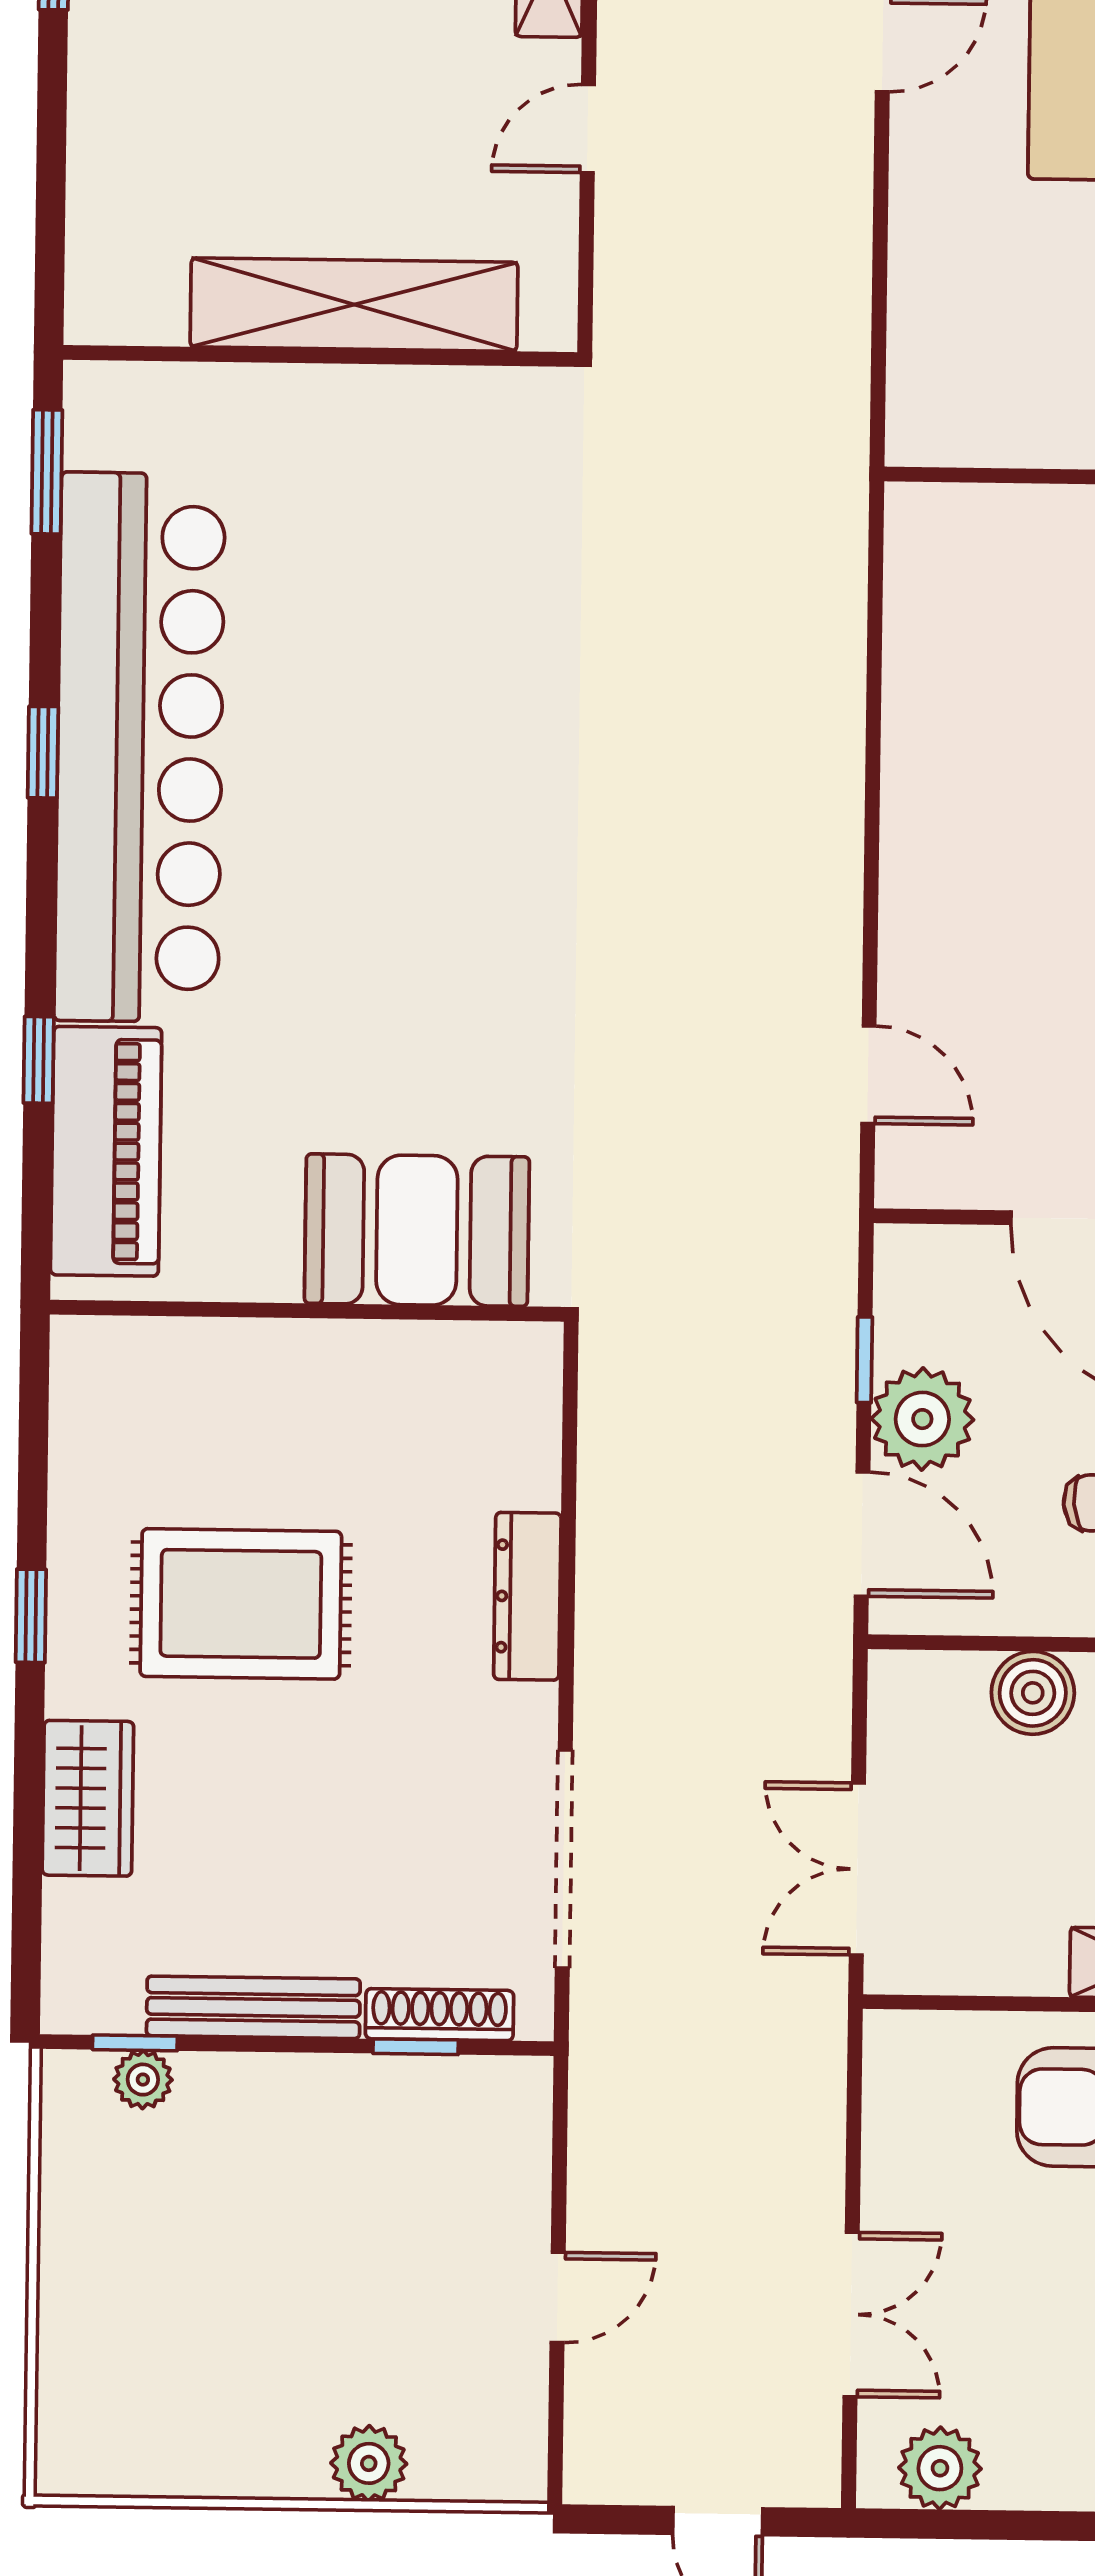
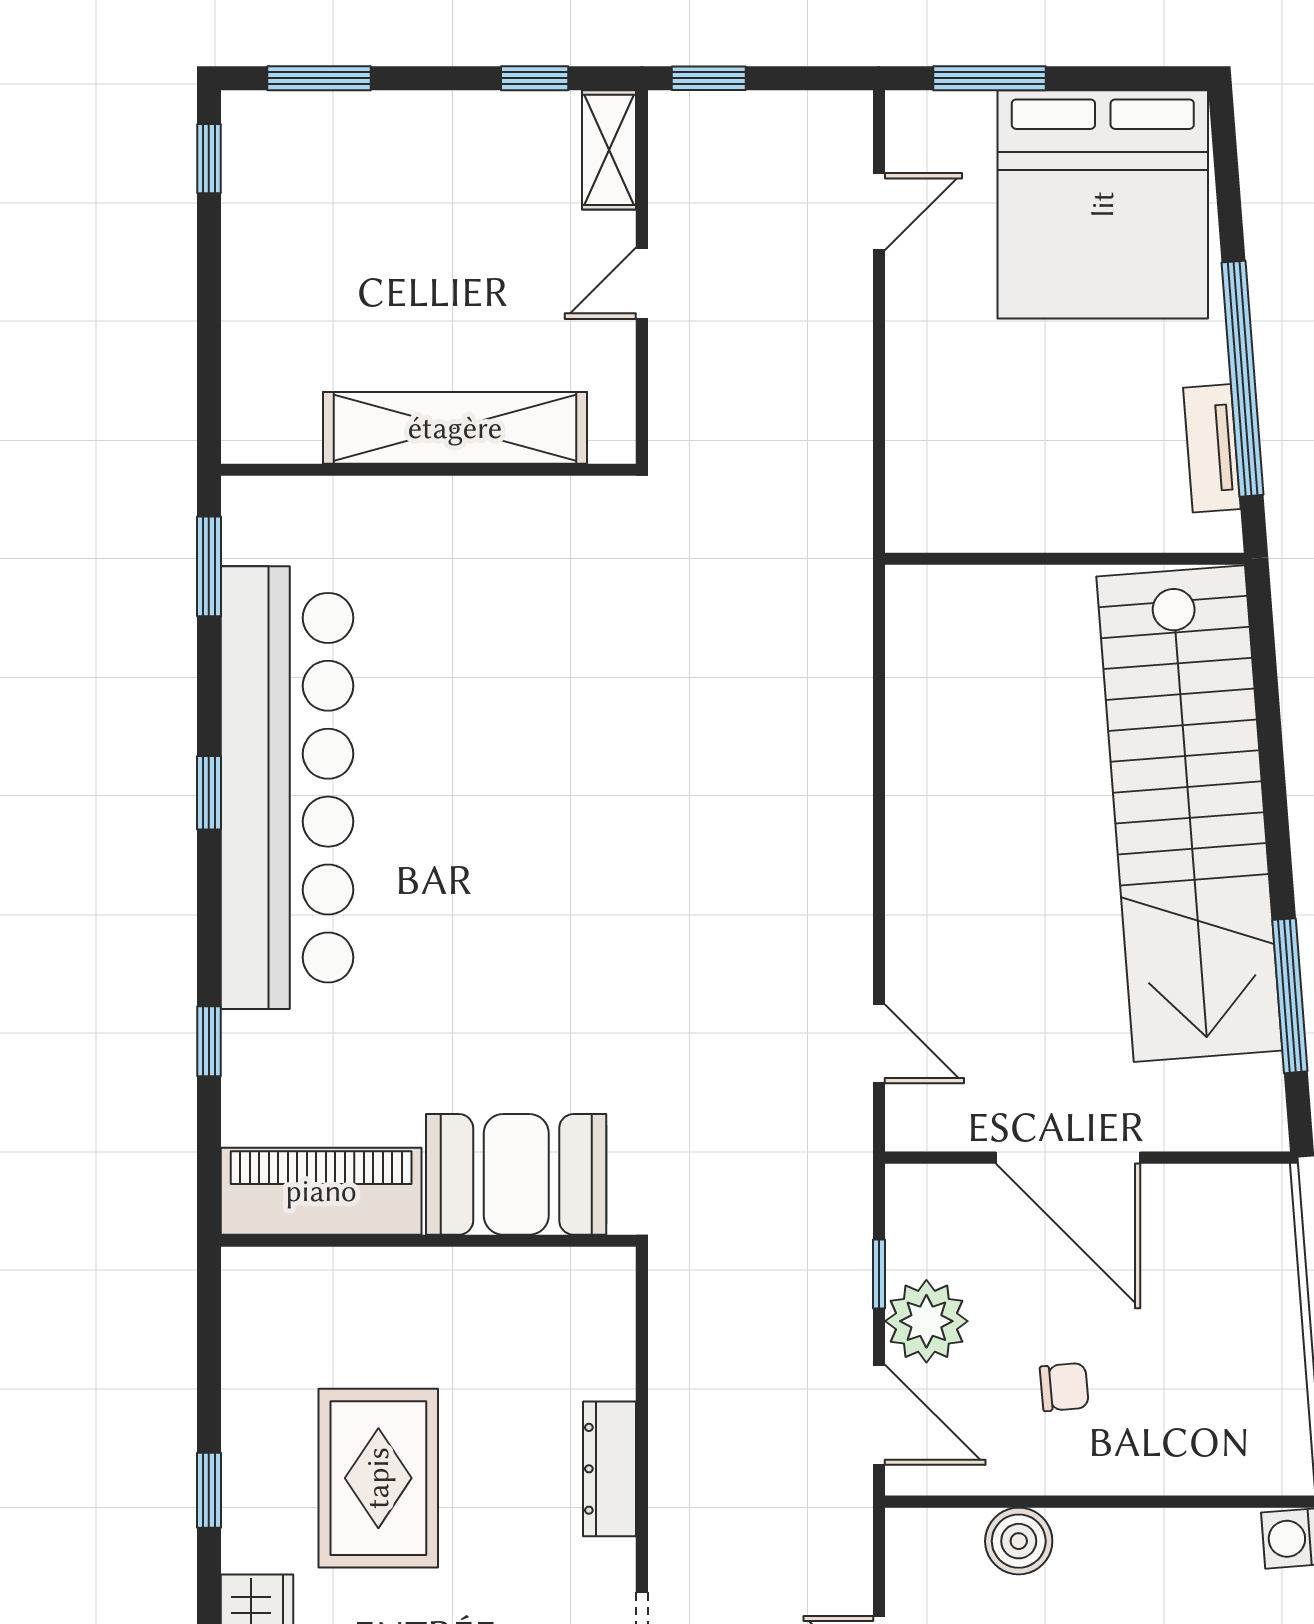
piano: (106, 1151) -> (321, 1191), moved, turned -90
rug: (241, 1604) -> (378, 1478), turned 90

